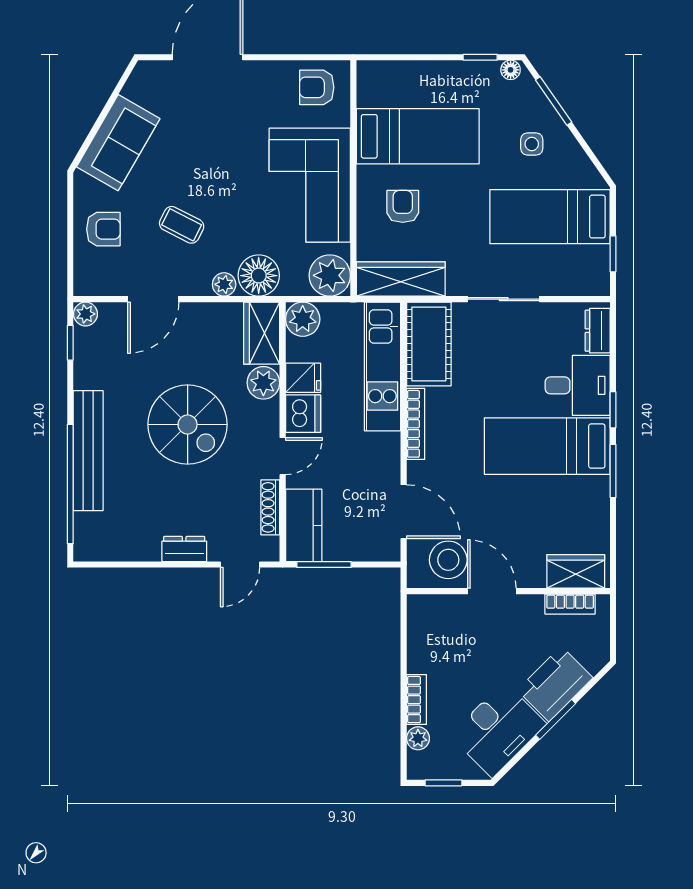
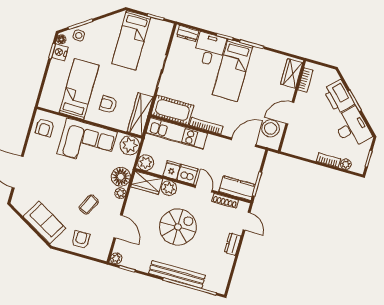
nightstand: (483, 75) -> (60, 52), added
side table: (532, 144) -> (79, 35), moved

